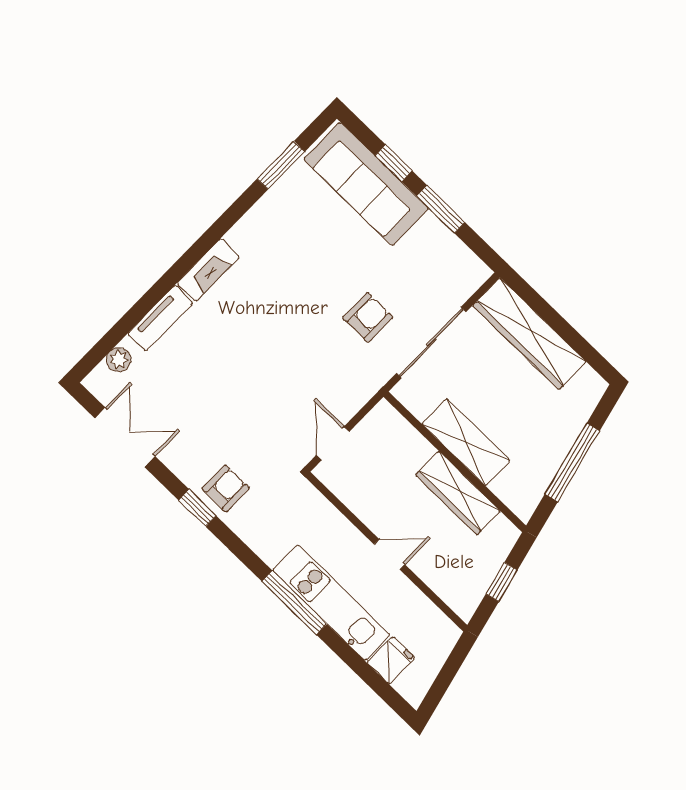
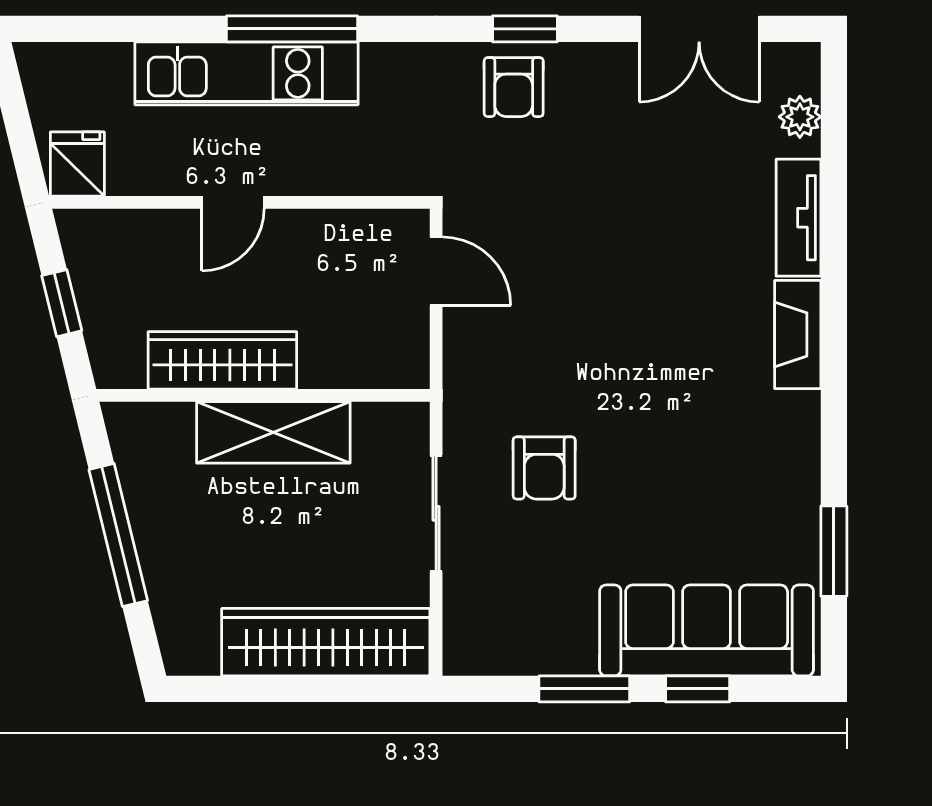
sliding door: (431, 342) -> (436, 513), width x0.73
fridge: (391, 660) -> (77, 164), moved, turned 180

